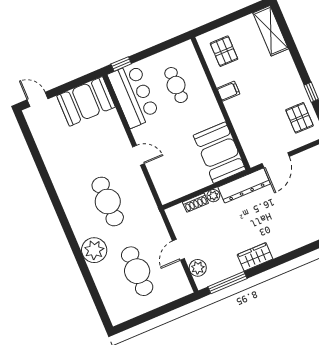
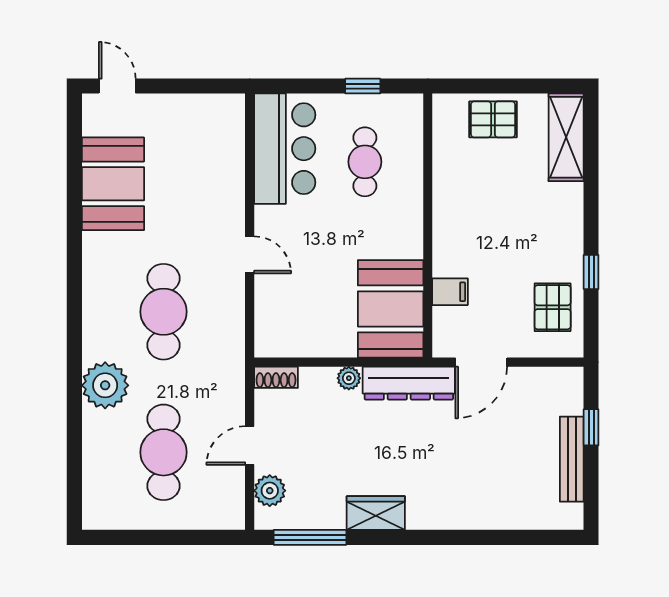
pallet: (224, 51) -> (493, 119), moved, turned 90
window: (121, 64) -> (363, 86), moved
filing cabinet: (228, 91) -> (450, 292), moved
booth: (86, 101) -> (113, 184), moved, turned 90
shoe rack: (195, 203) -> (276, 377), moved

